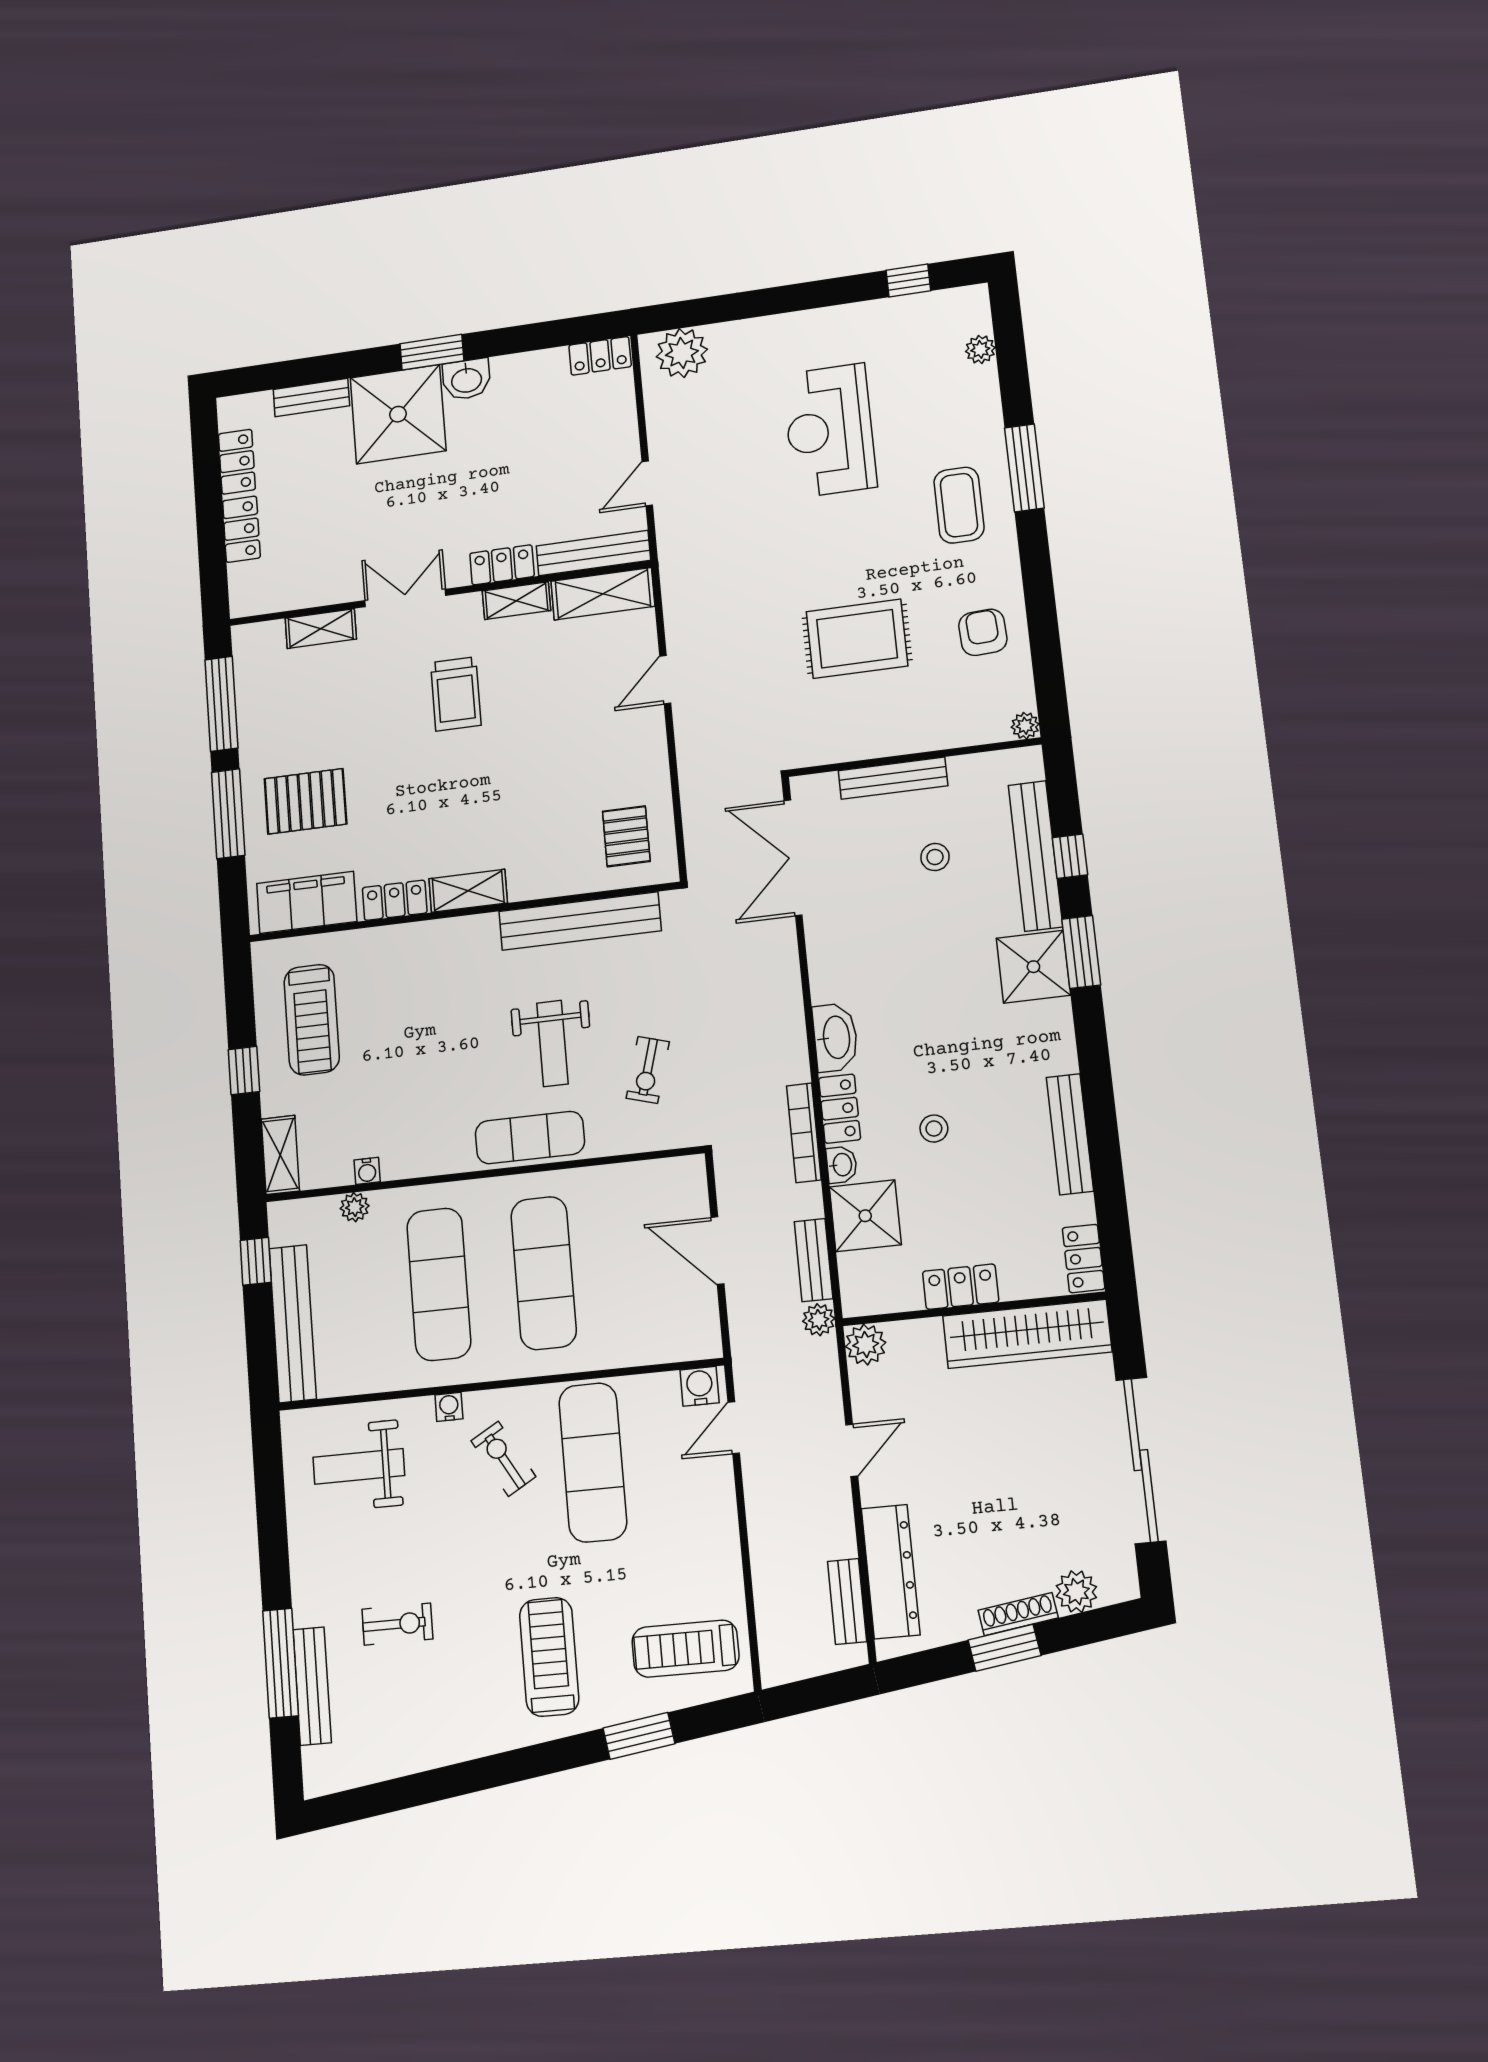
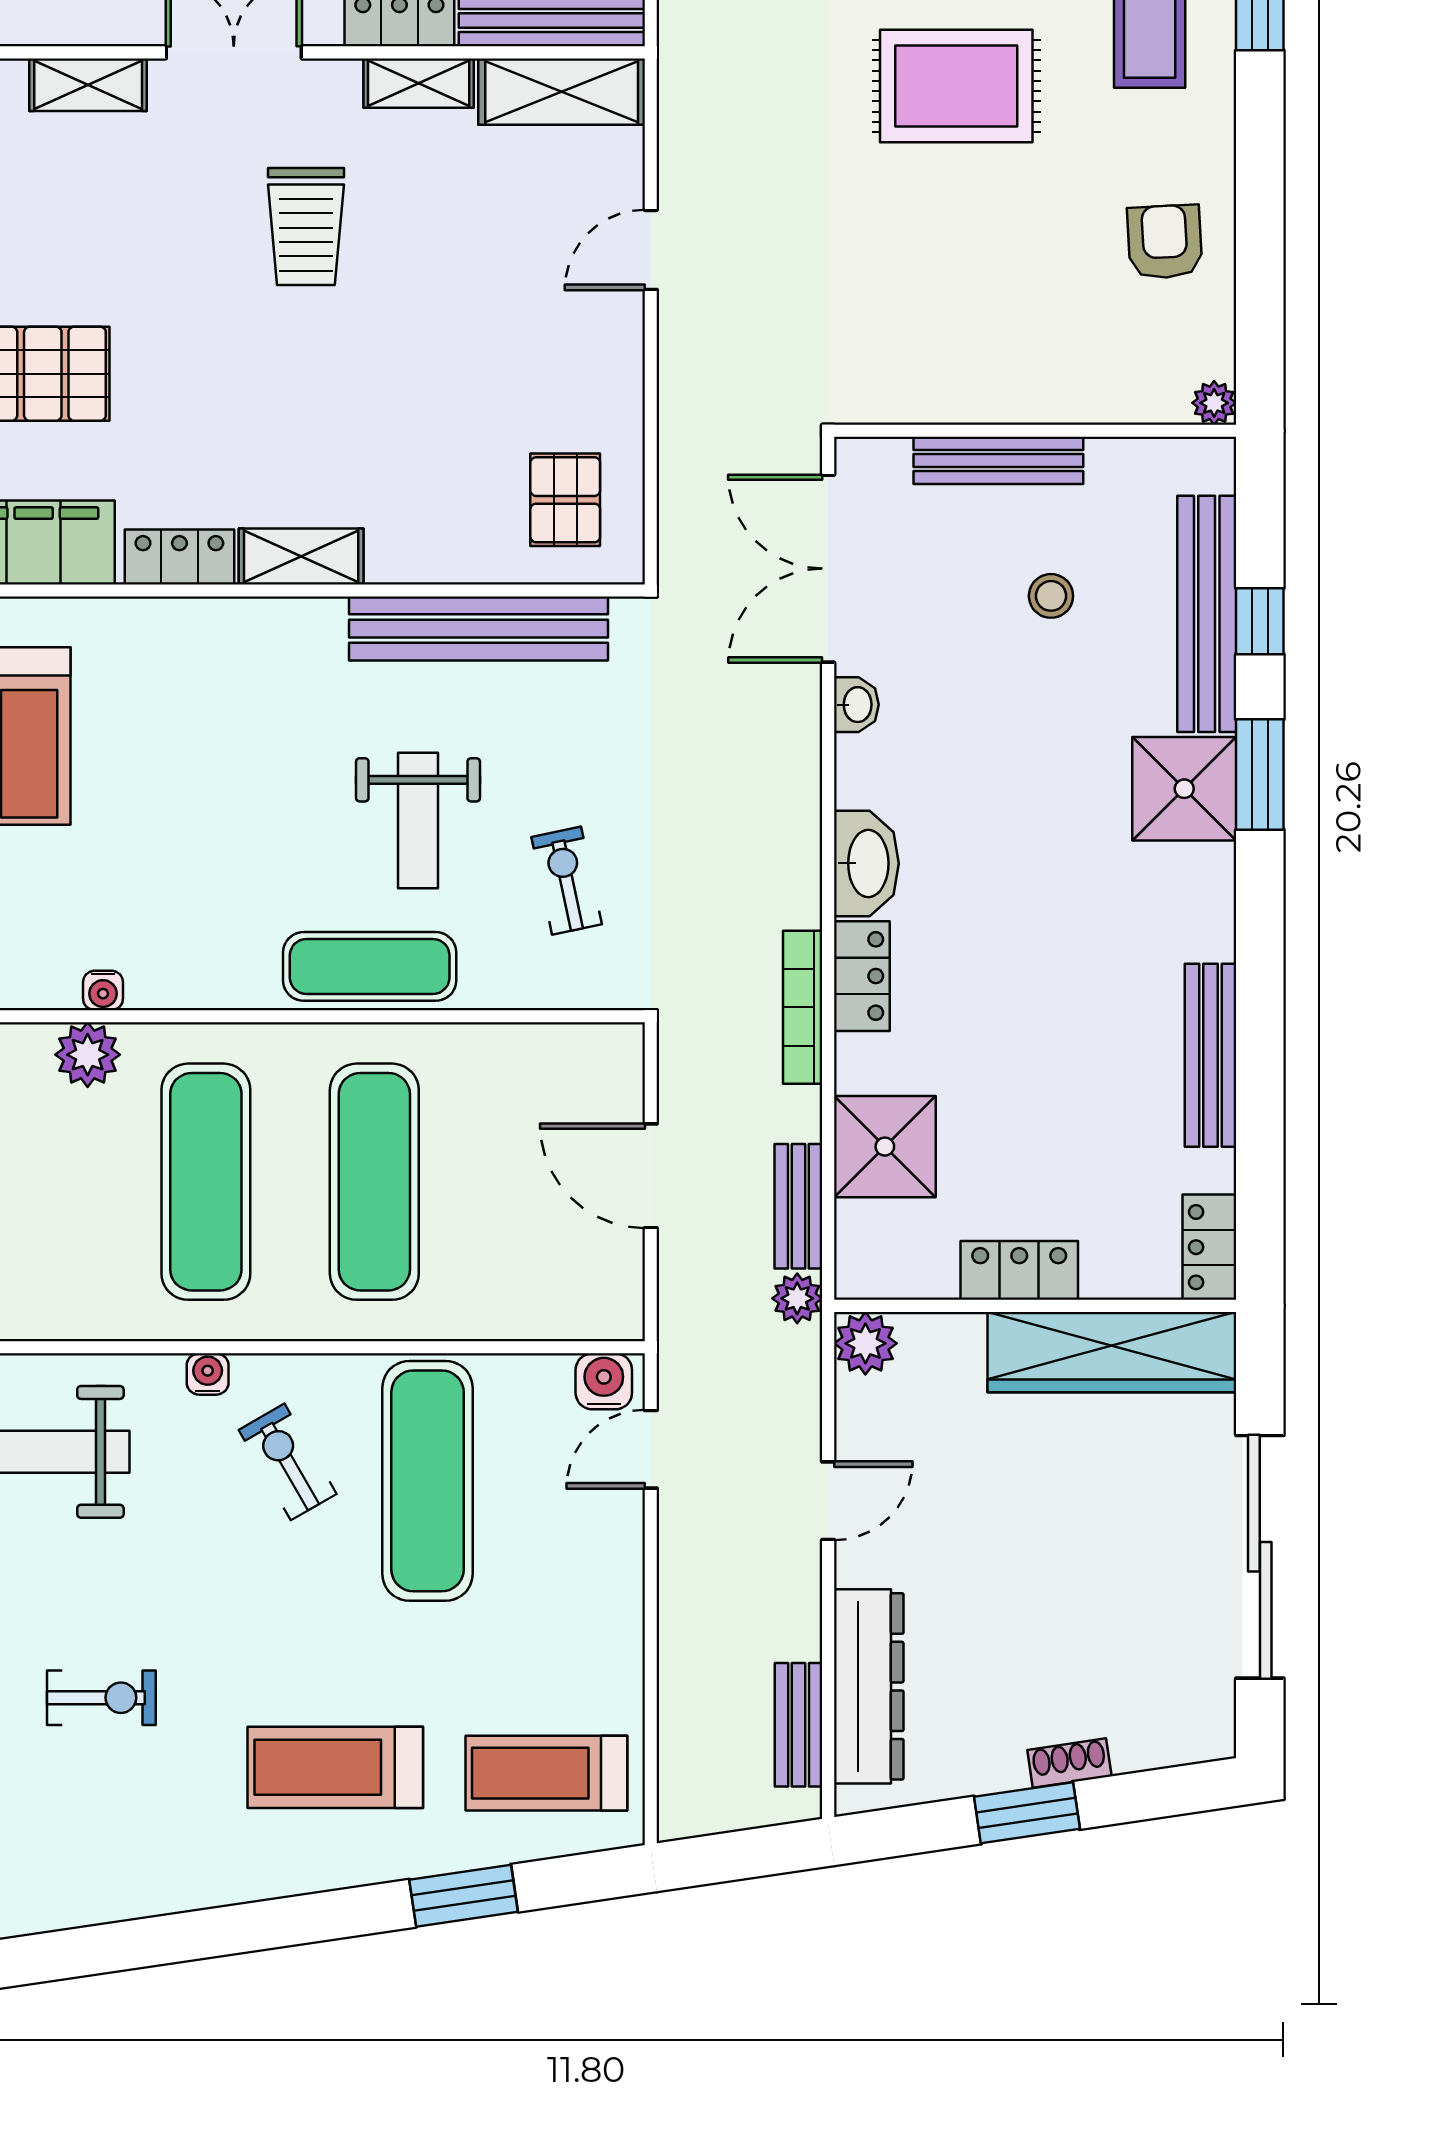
rug: (857, 639) -> (956, 86), moved
exercise bike: (648, 1070) -> (567, 881), turned 152
stool: (934, 1129) -> (1004, 1023), removed
washbasin: (842, 1165) -> (856, 705), moved
plant: (355, 1207) -> (88, 1055), width x1.38, depth x1.38
plant: (1076, 1592) -> (1142, 1740), removed
shoe rack: (1018, 1614) -> (1069, 1763), width x0.70
treadmill: (549, 1657) -> (335, 1767), turned -90

